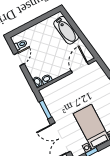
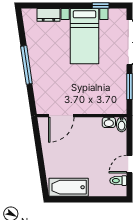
bathtub: (66, 30) -> (69, 187), moved, turned -82

